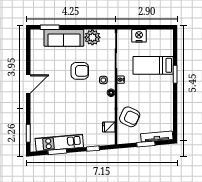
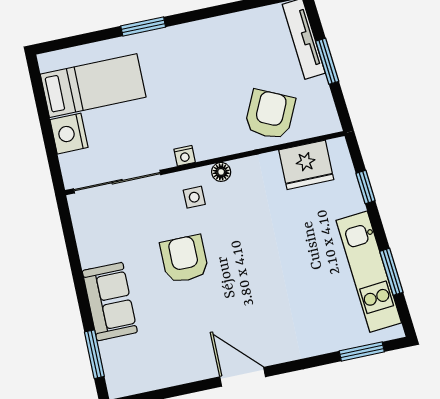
plant: (92, 37) -> (97, 246), removed
sofa: (64, 38) -> (110, 302), width x0.73
bed: (153, 65) -> (93, 86), moved, turned -90
fridge: (109, 127) -> (306, 165), width x1.88, depth x1.34

